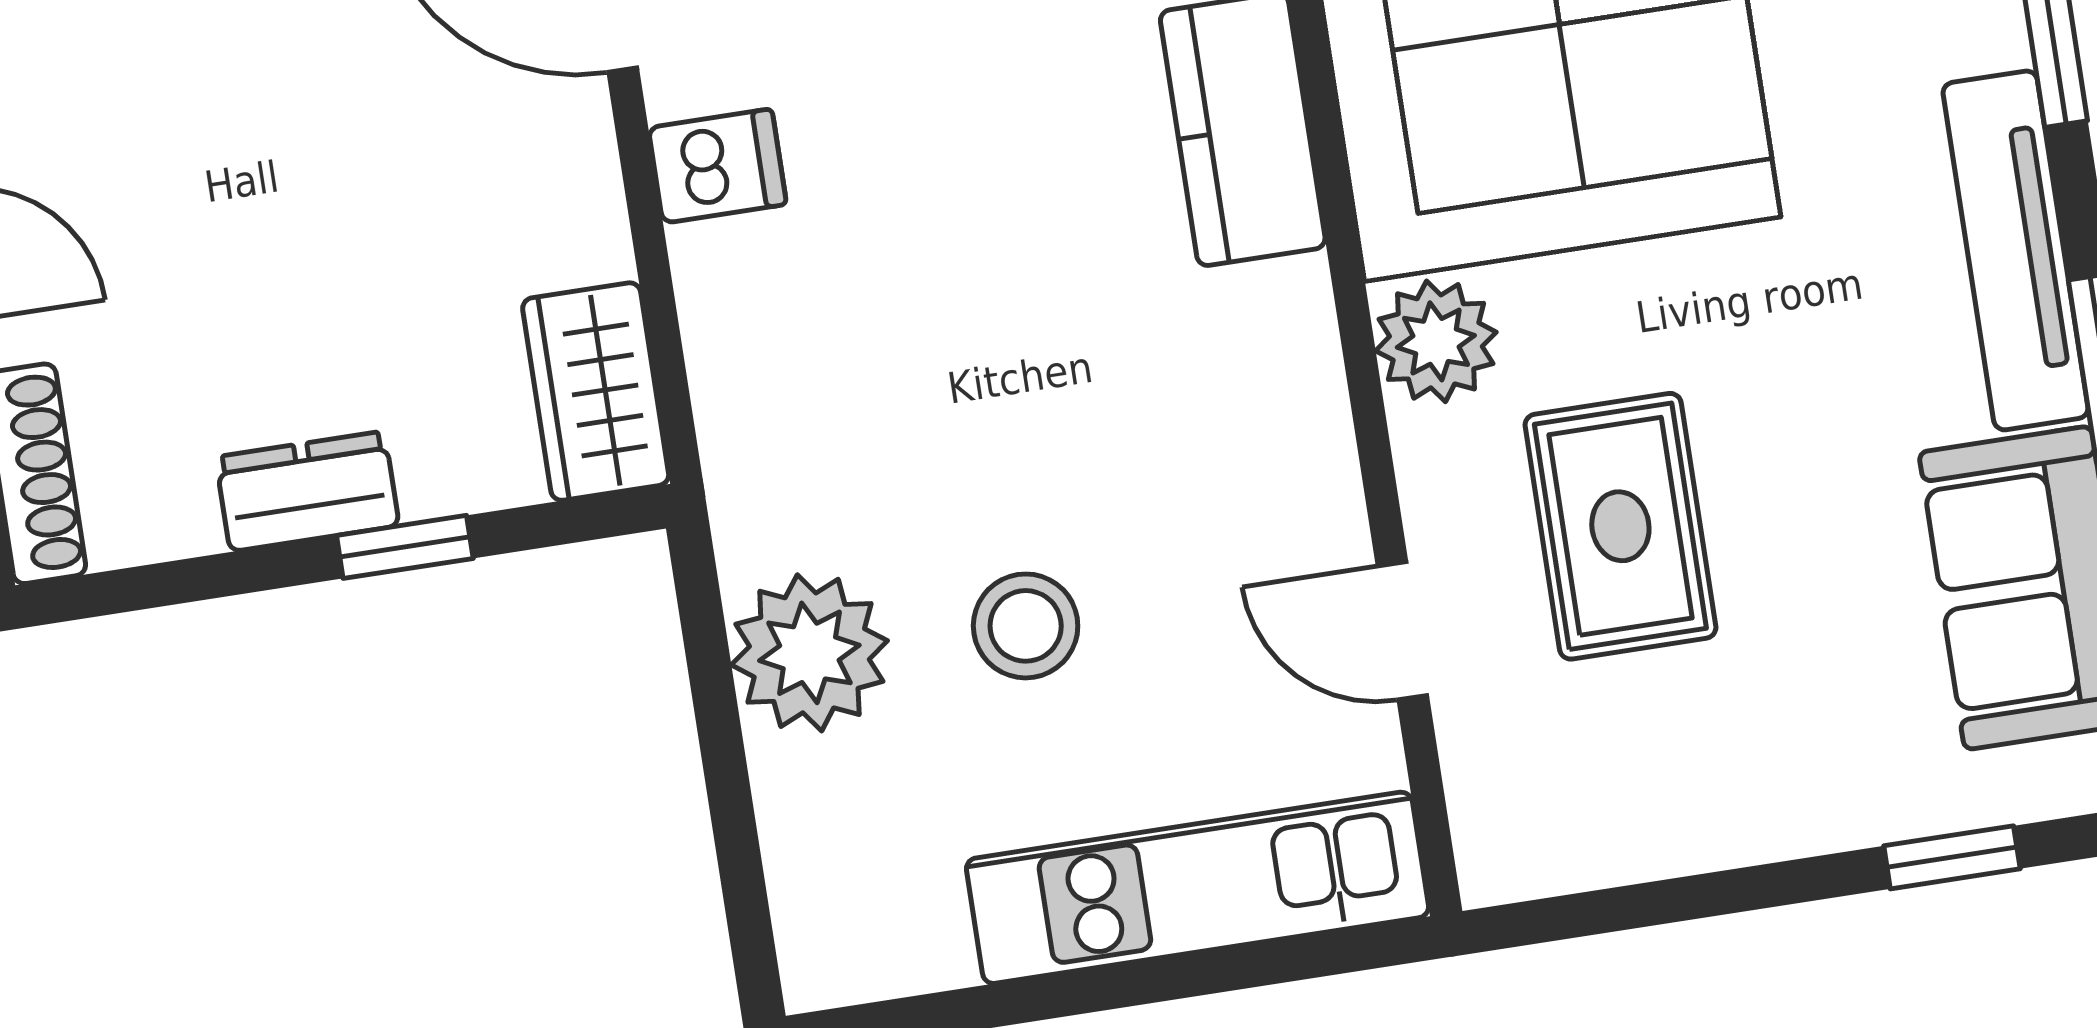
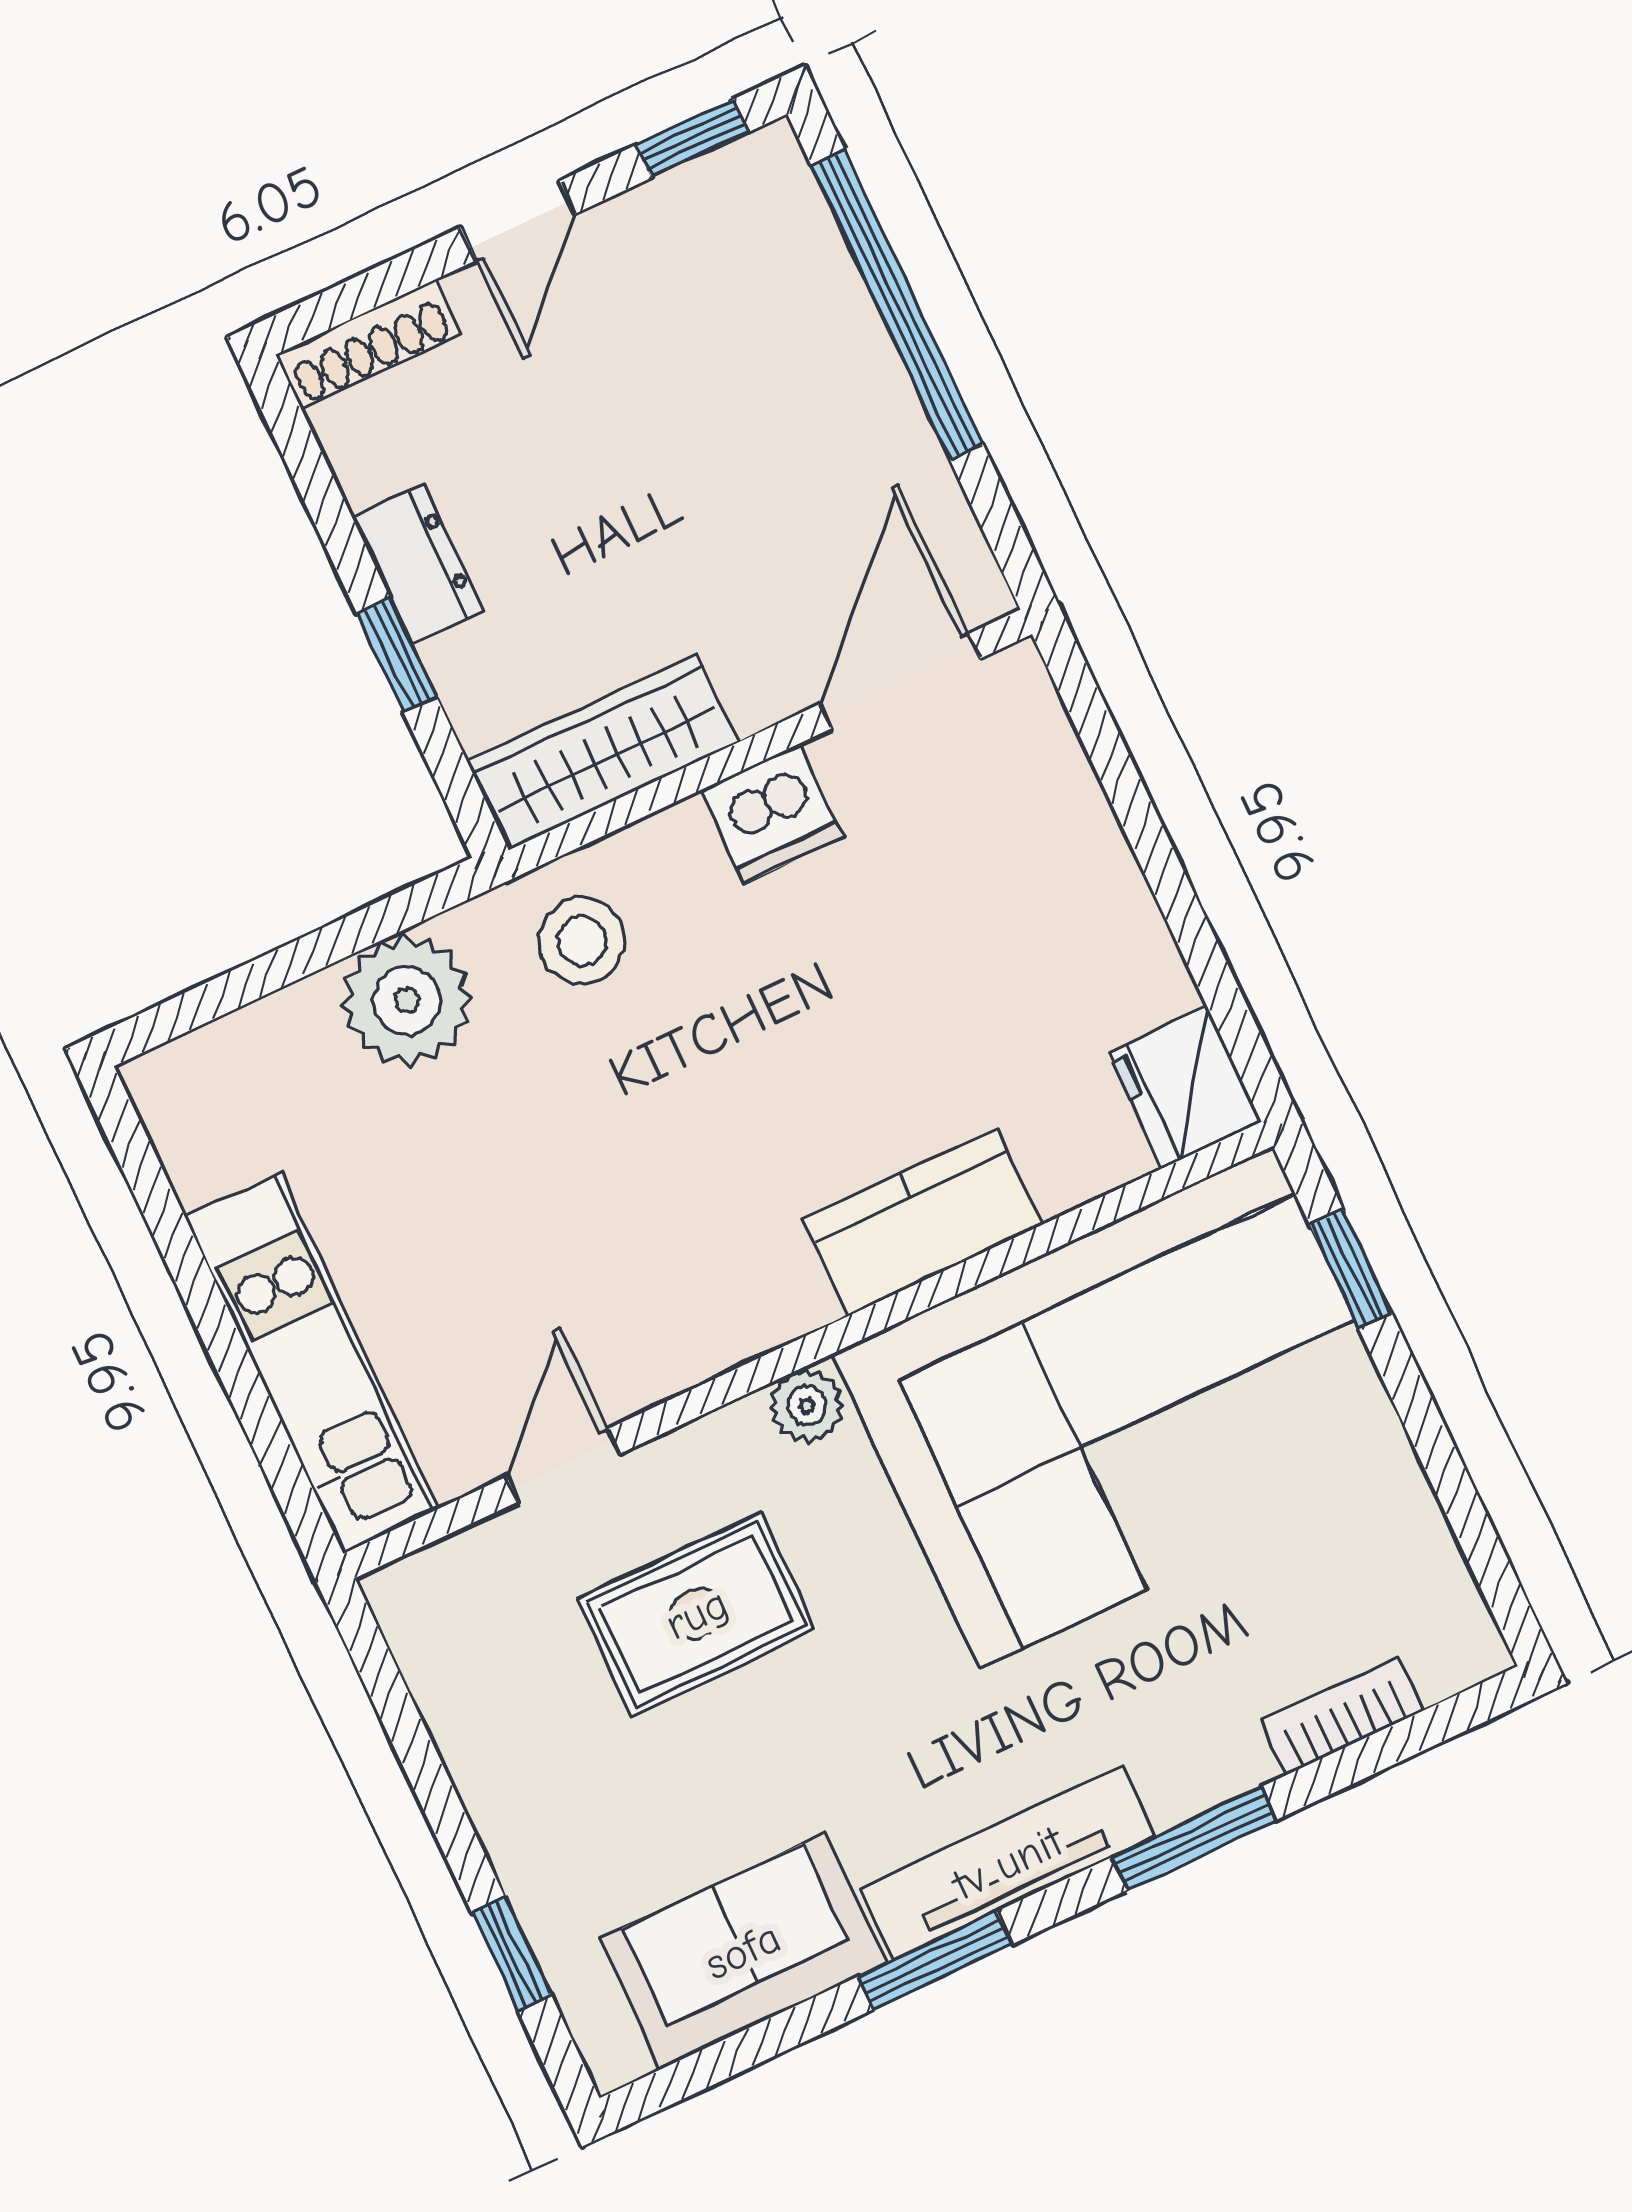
dishwasher: (717, 166) -> (772, 814), width x1.38
plant: (1436, 341) -> (807, 1406), width x0.73, depth x0.73
wardrobe: (596, 392) -> (603, 752), width x1.50
stool: (1026, 626) -> (582, 941), moved

